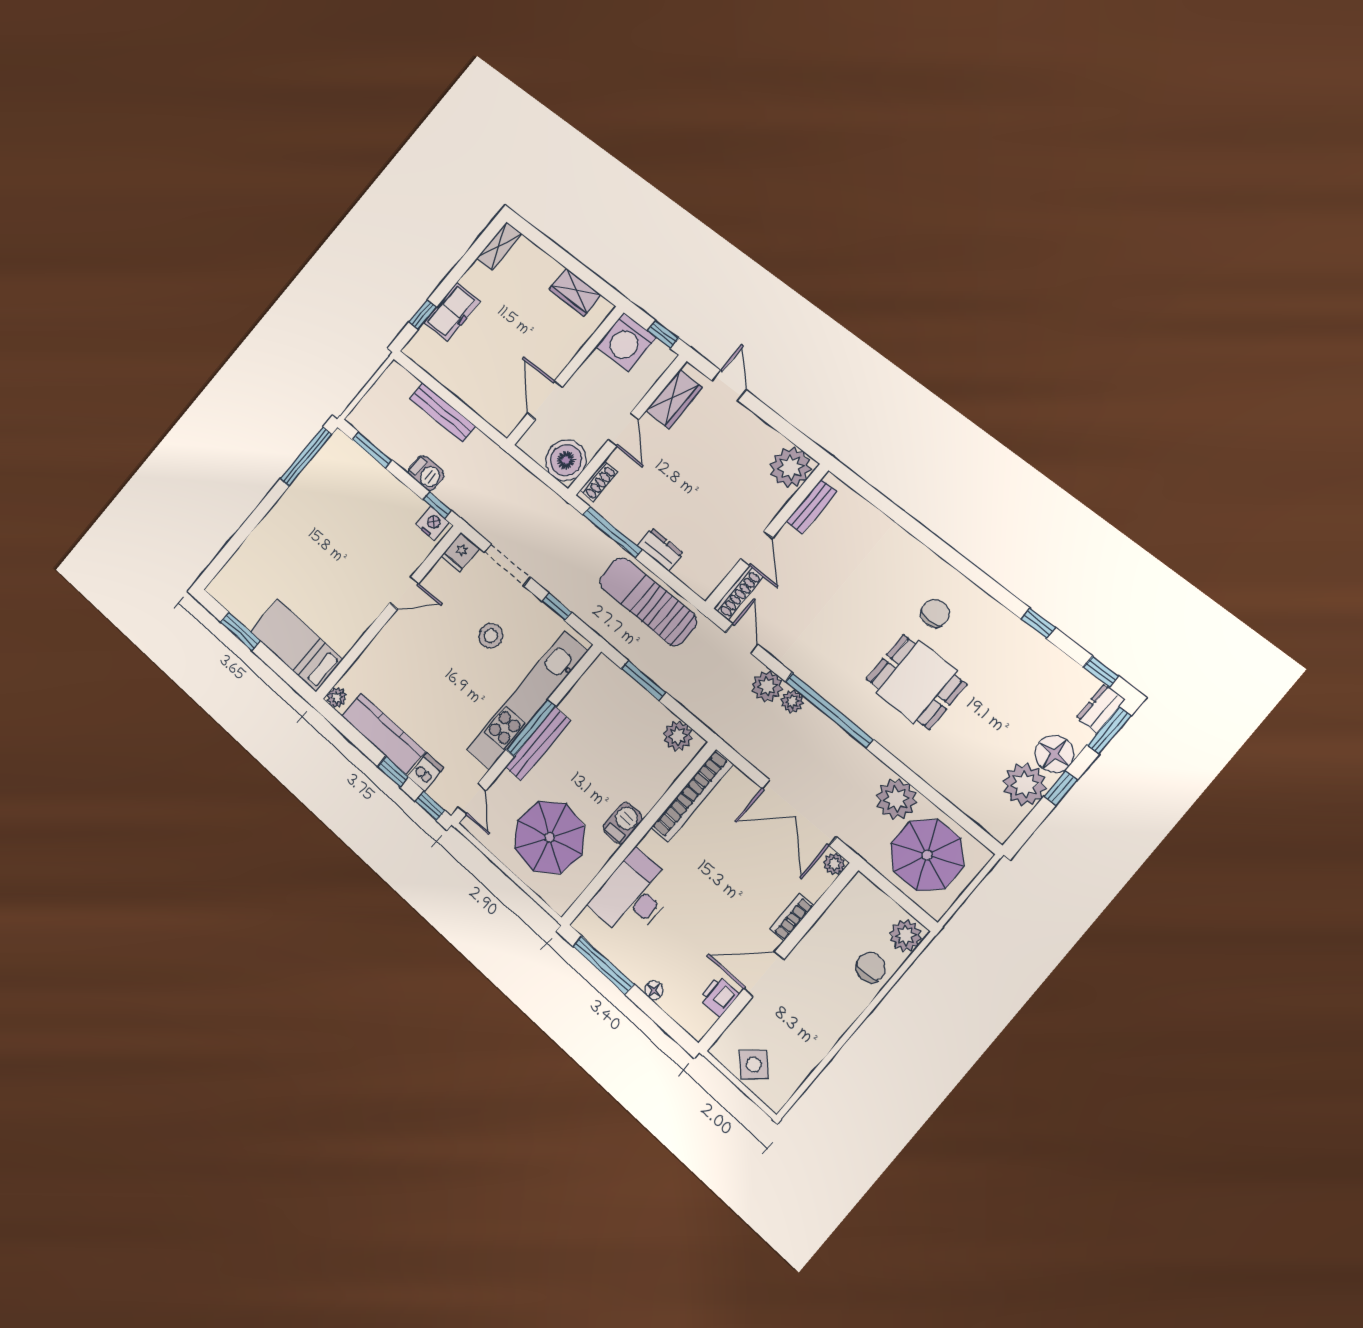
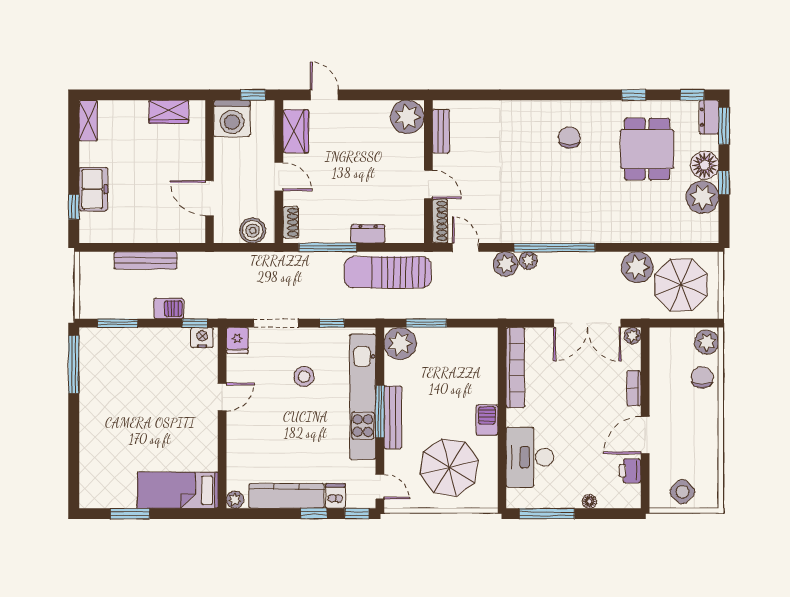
boiler: (566, 460) -> (253, 231), width x0.73, depth x0.73
dining table: (916, 682) -> (647, 149), moved, turned 90
plant: (678, 736) -> (400, 343), moved, width x1.36, depth x1.36

